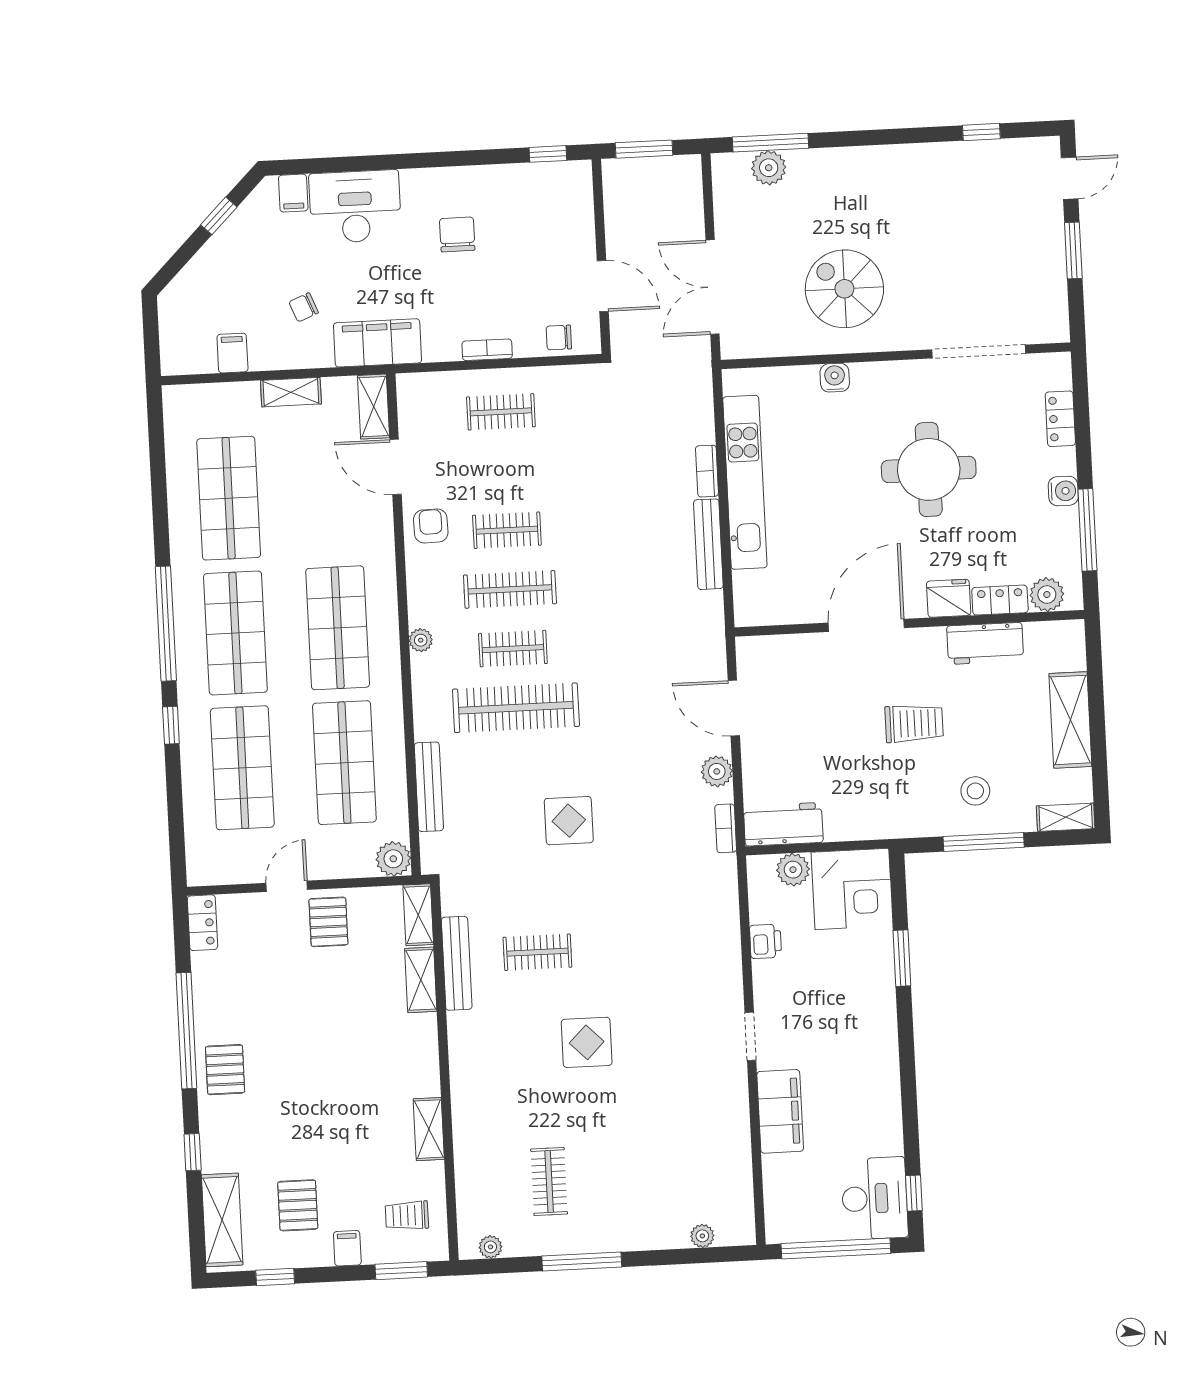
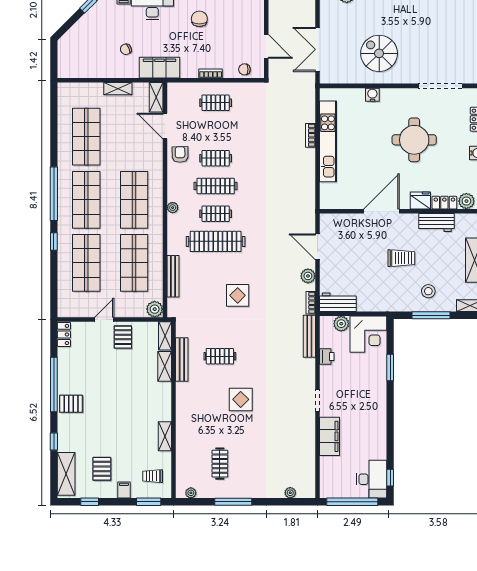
filing cabinet: (232, 353) -> (91, 69), removed
bench: (708, 544) -> (309, 336), moved
pallet: (225, 1070) -> (71, 404), turned 90

